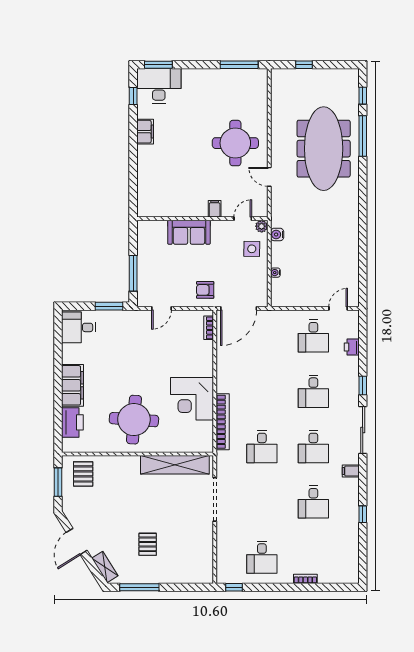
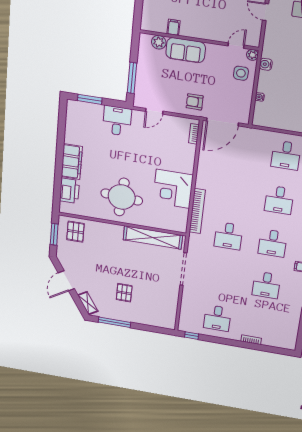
filing cabinet: (215, 209) -> (174, 27), moved
plant: (159, 228) -> (159, 42), added
window: (109, 306) -> (90, 99), moved
desk: (79, 327) -> (117, 121), moved, turned 90

